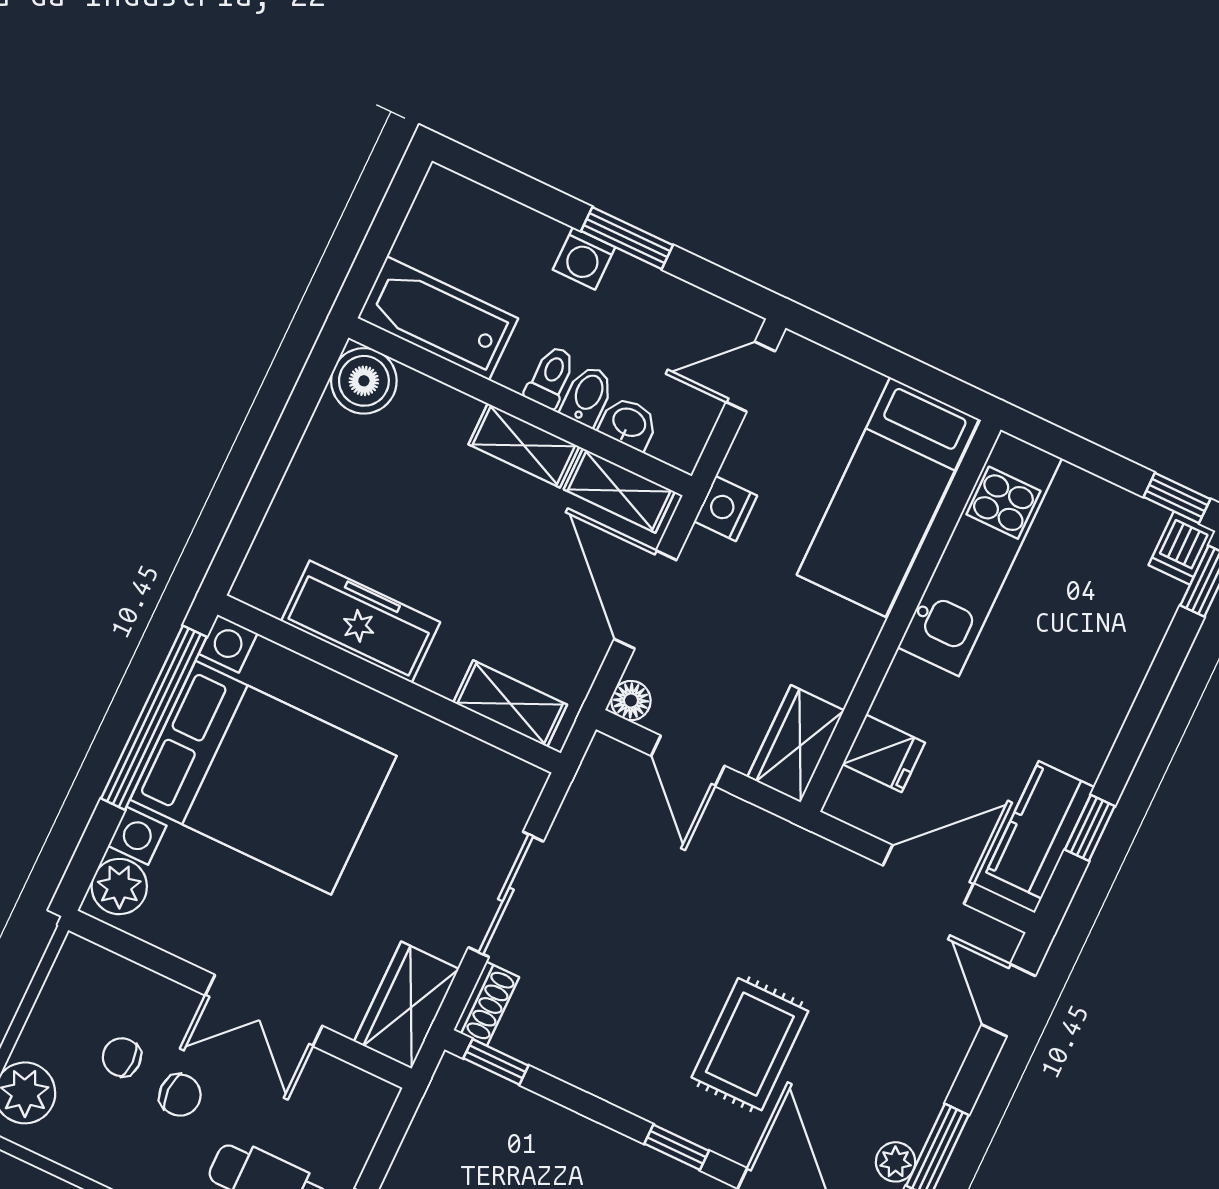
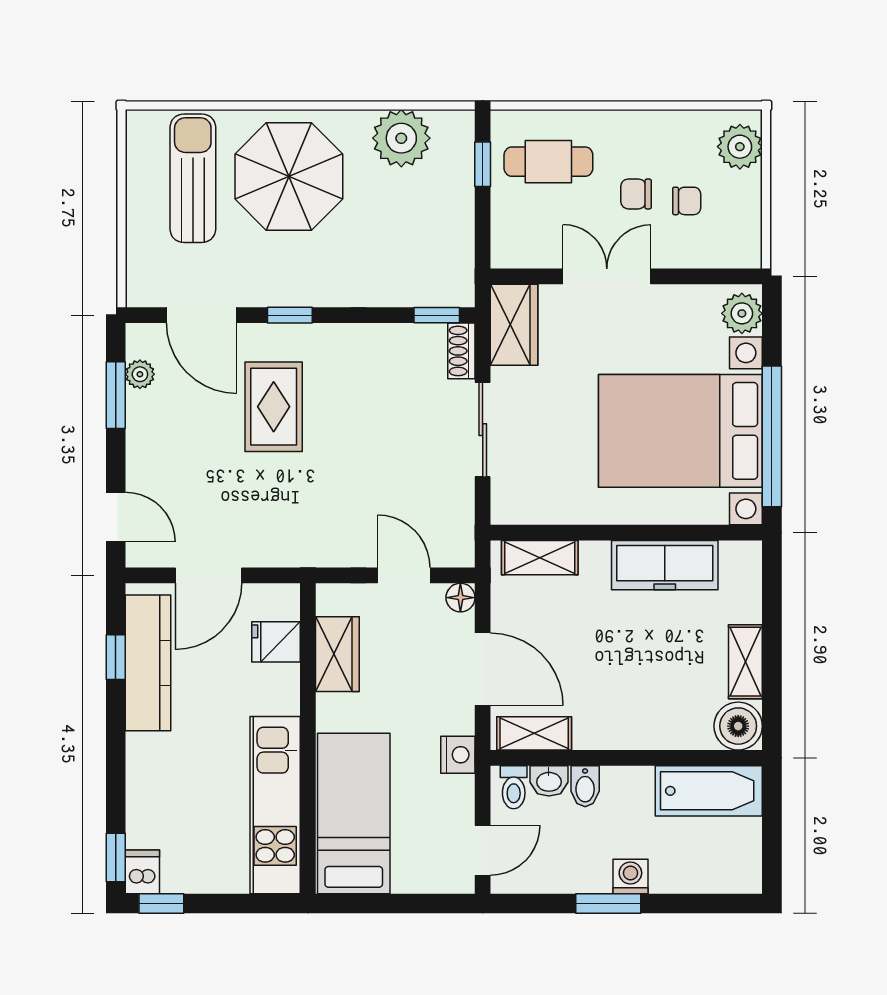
toilet: (551, 377) -> (514, 787), moved
shelving: (524, 445) -> (745, 662), moved, turned 90
wardrobe: (796, 744) -> (337, 654), moved
kitchen counter: (1040, 830) -> (148, 663), width x1.50

